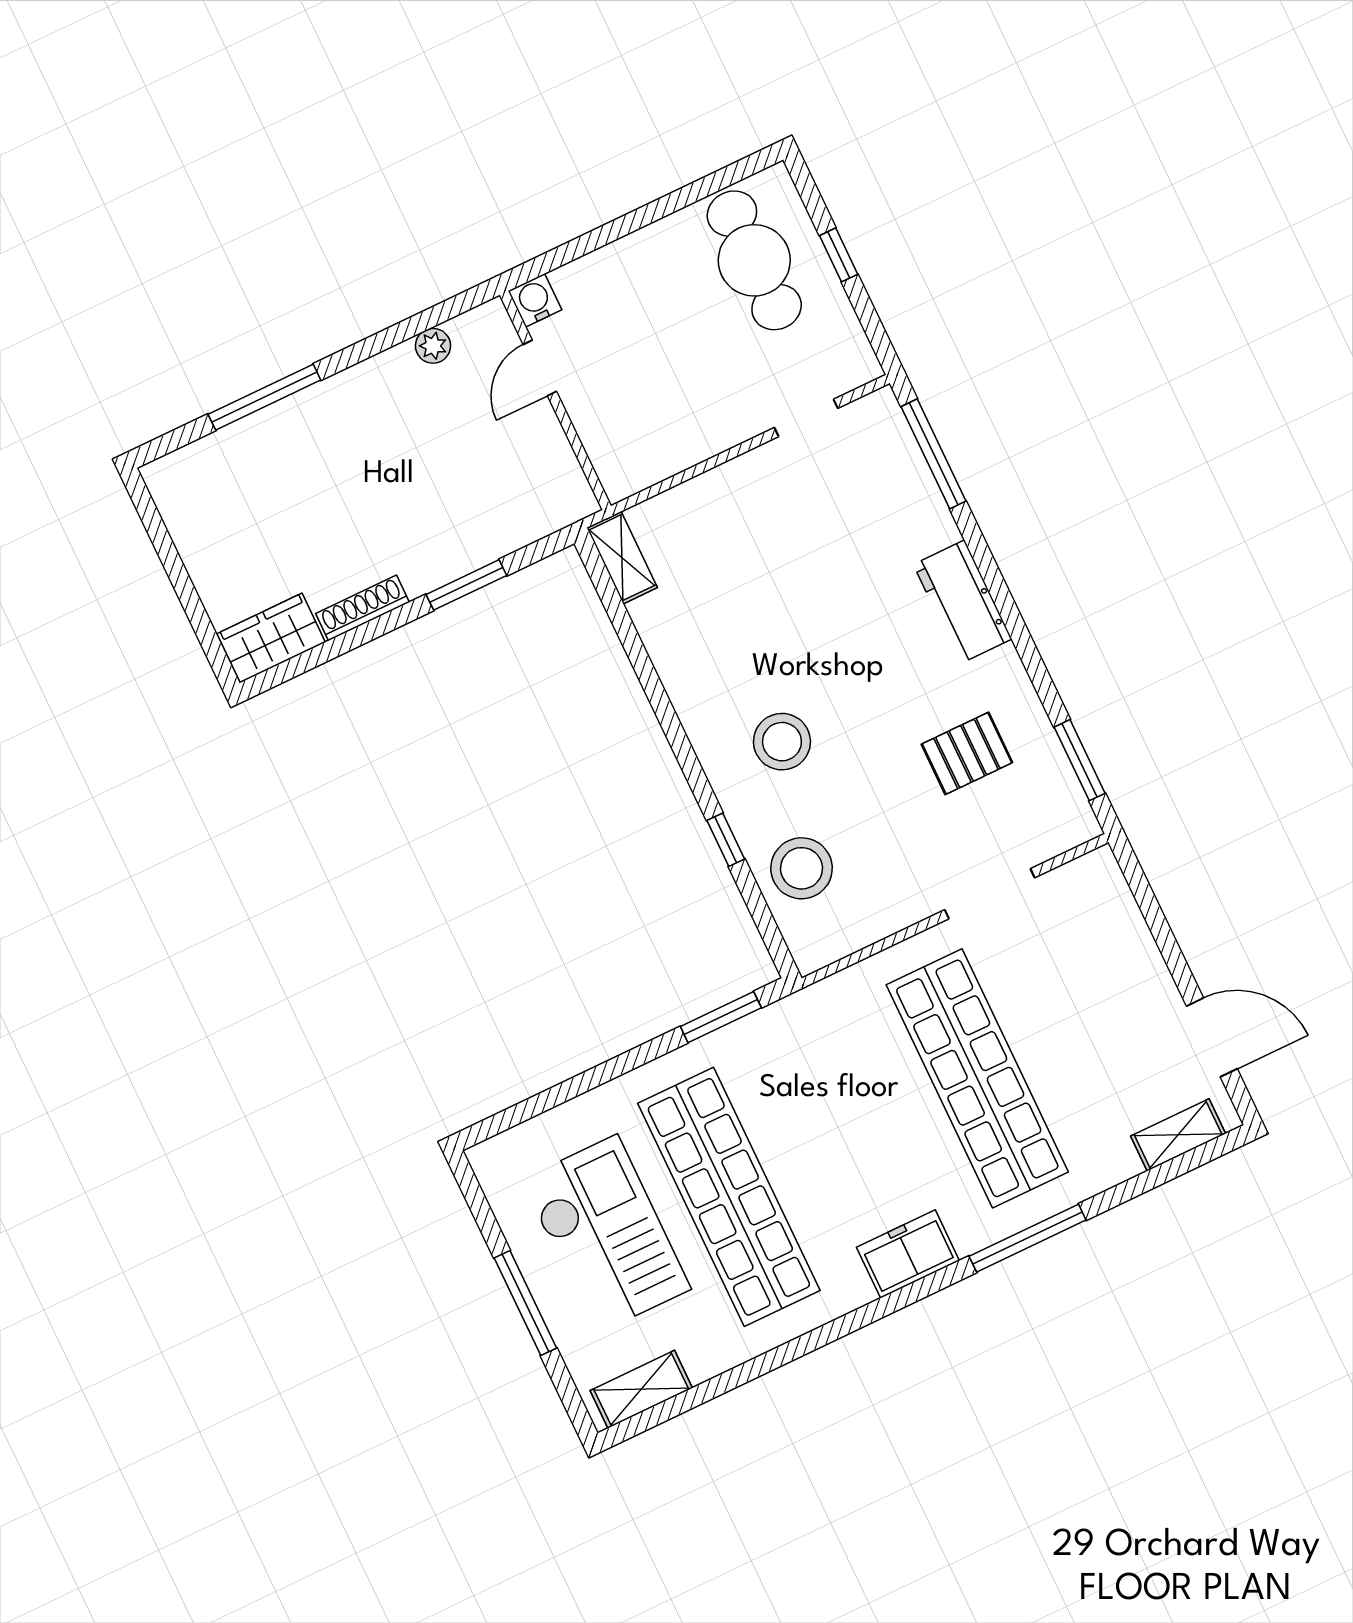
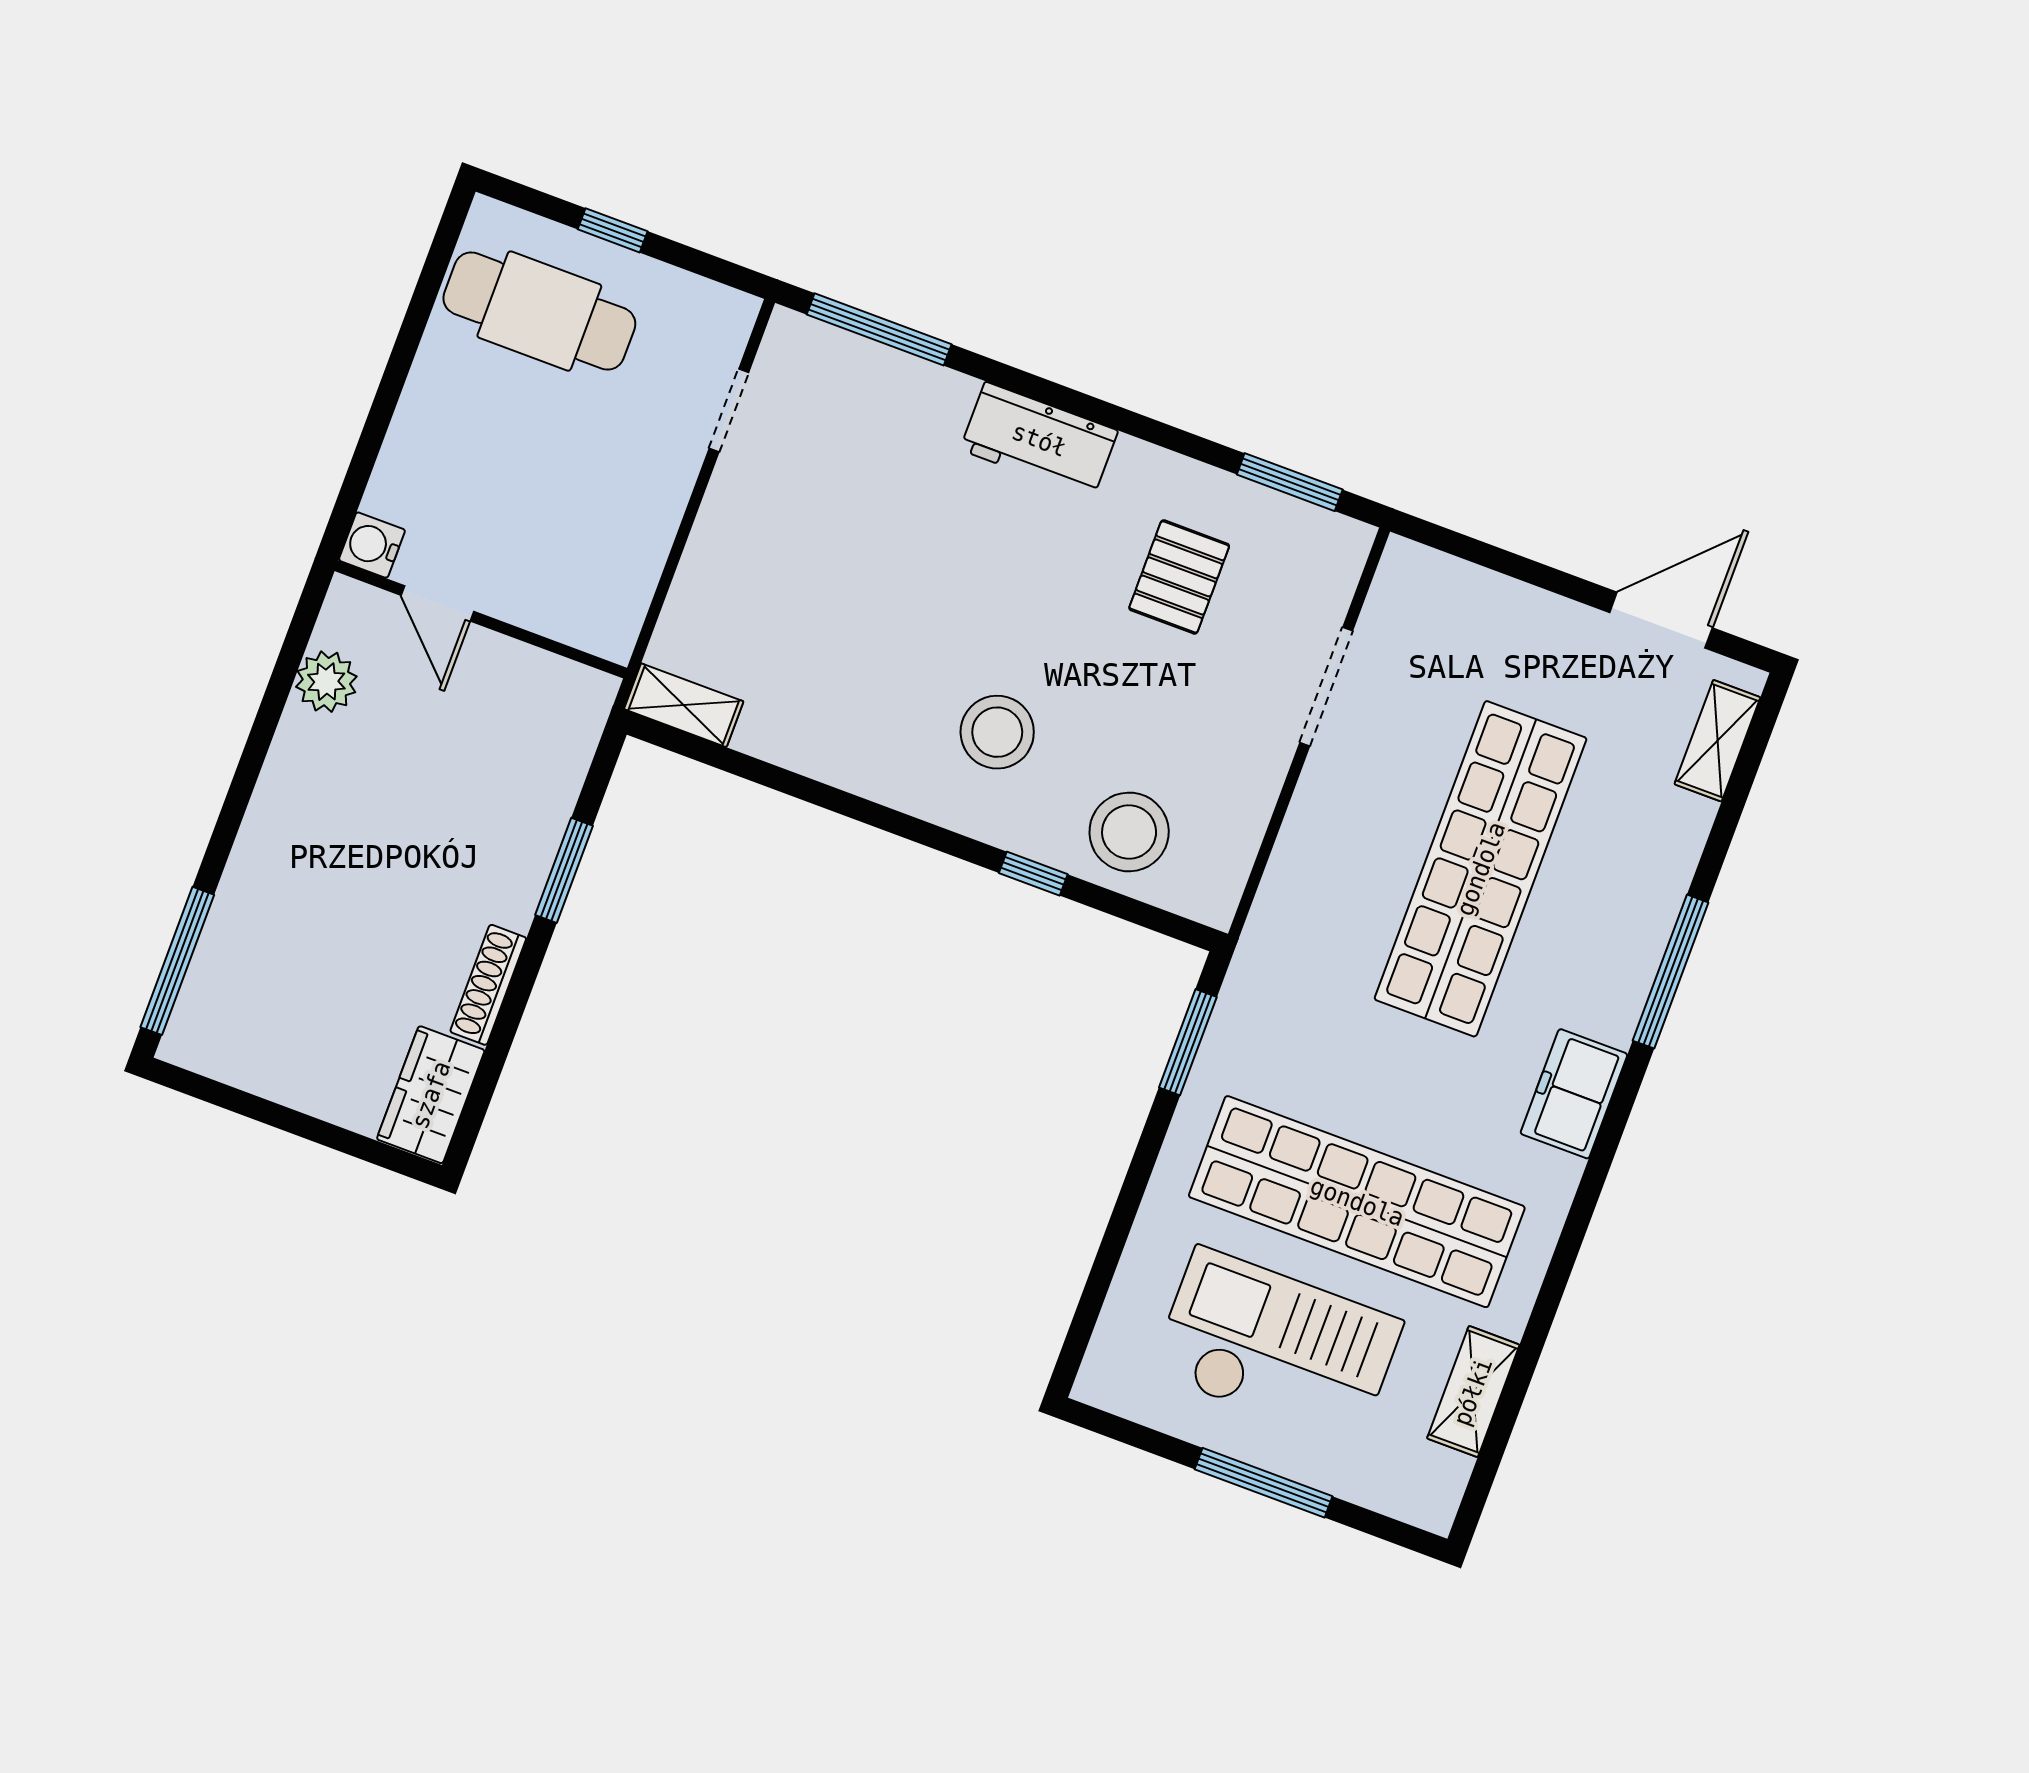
plant: (433, 346) -> (326, 682), width x1.38, depth x1.38
window: (264, 397) -> (177, 961), moved
shop shelf: (977, 1078) -> (1481, 869), turned 90
shelving: (641, 1389) -> (1473, 1392), moved

